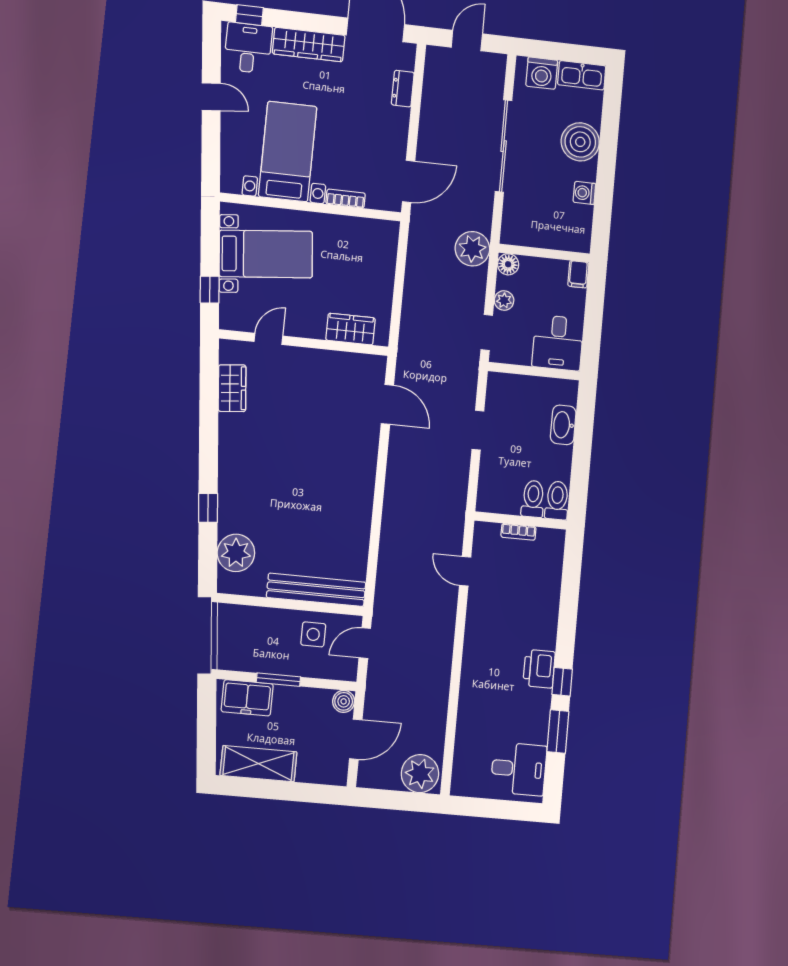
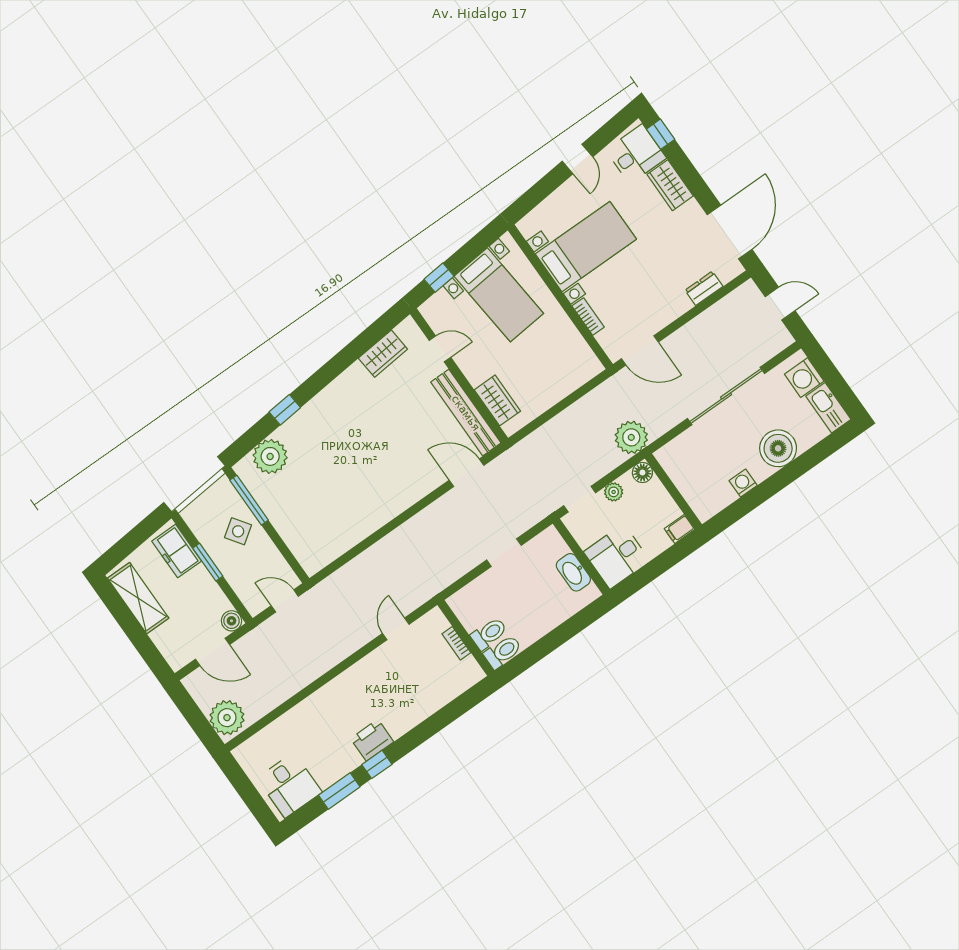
wardrobe: (309, 45) -> (670, 185), width x0.67
door: (387, 404) -> (466, 473), swing flipped
washbasin: (563, 425) -> (573, 572), moved, turned -90
bench: (316, 590) -> (466, 413), moved
window: (257, 601) -> (249, 500), added
side table: (313, 634) -> (238, 531), moved, turned -35

